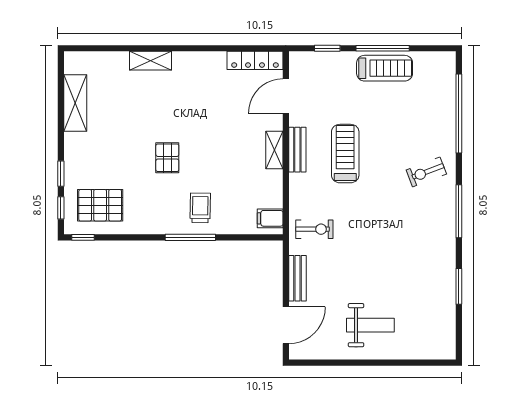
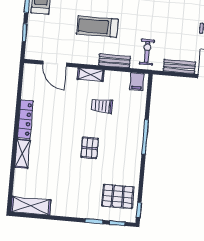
locker: (255, 60) -> (25, 119), moved
shelving: (75, 103) -> (31, 206), moved
bench: (297, 150) -> (115, 61), moved
pallet: (167, 158) -> (90, 148), turned 90
pallet: (100, 205) -> (118, 196), turned 90
trolley: (200, 208) -> (102, 106), moved

